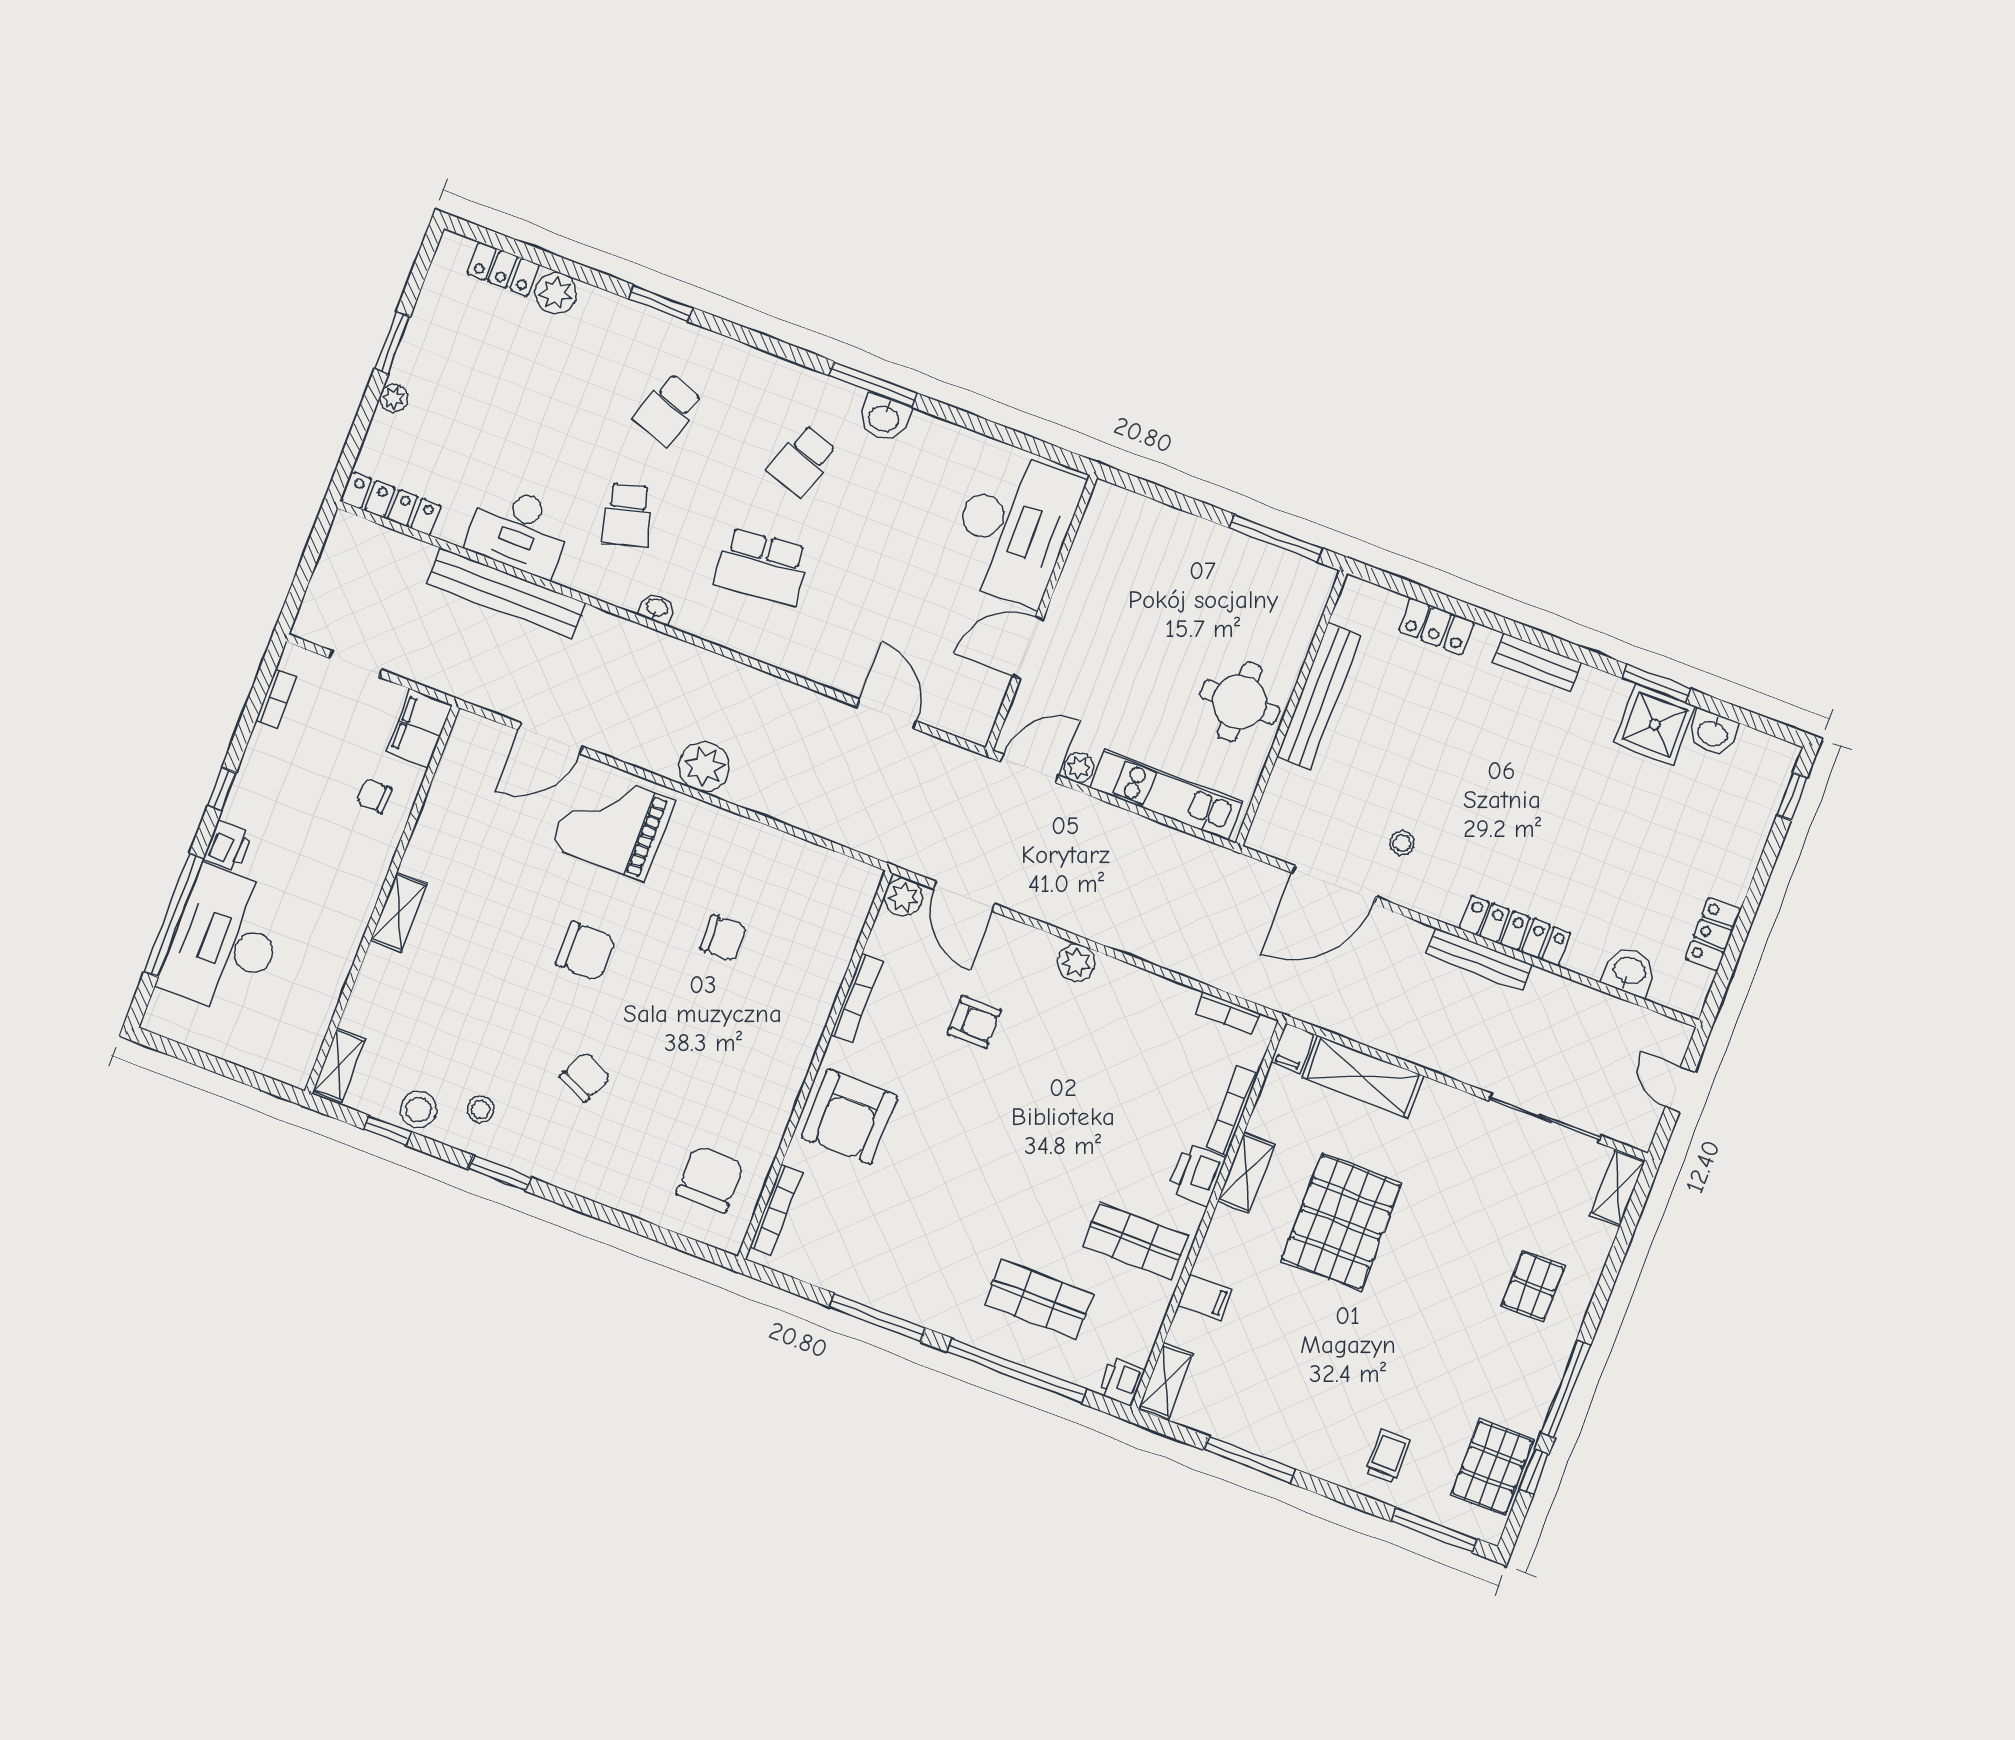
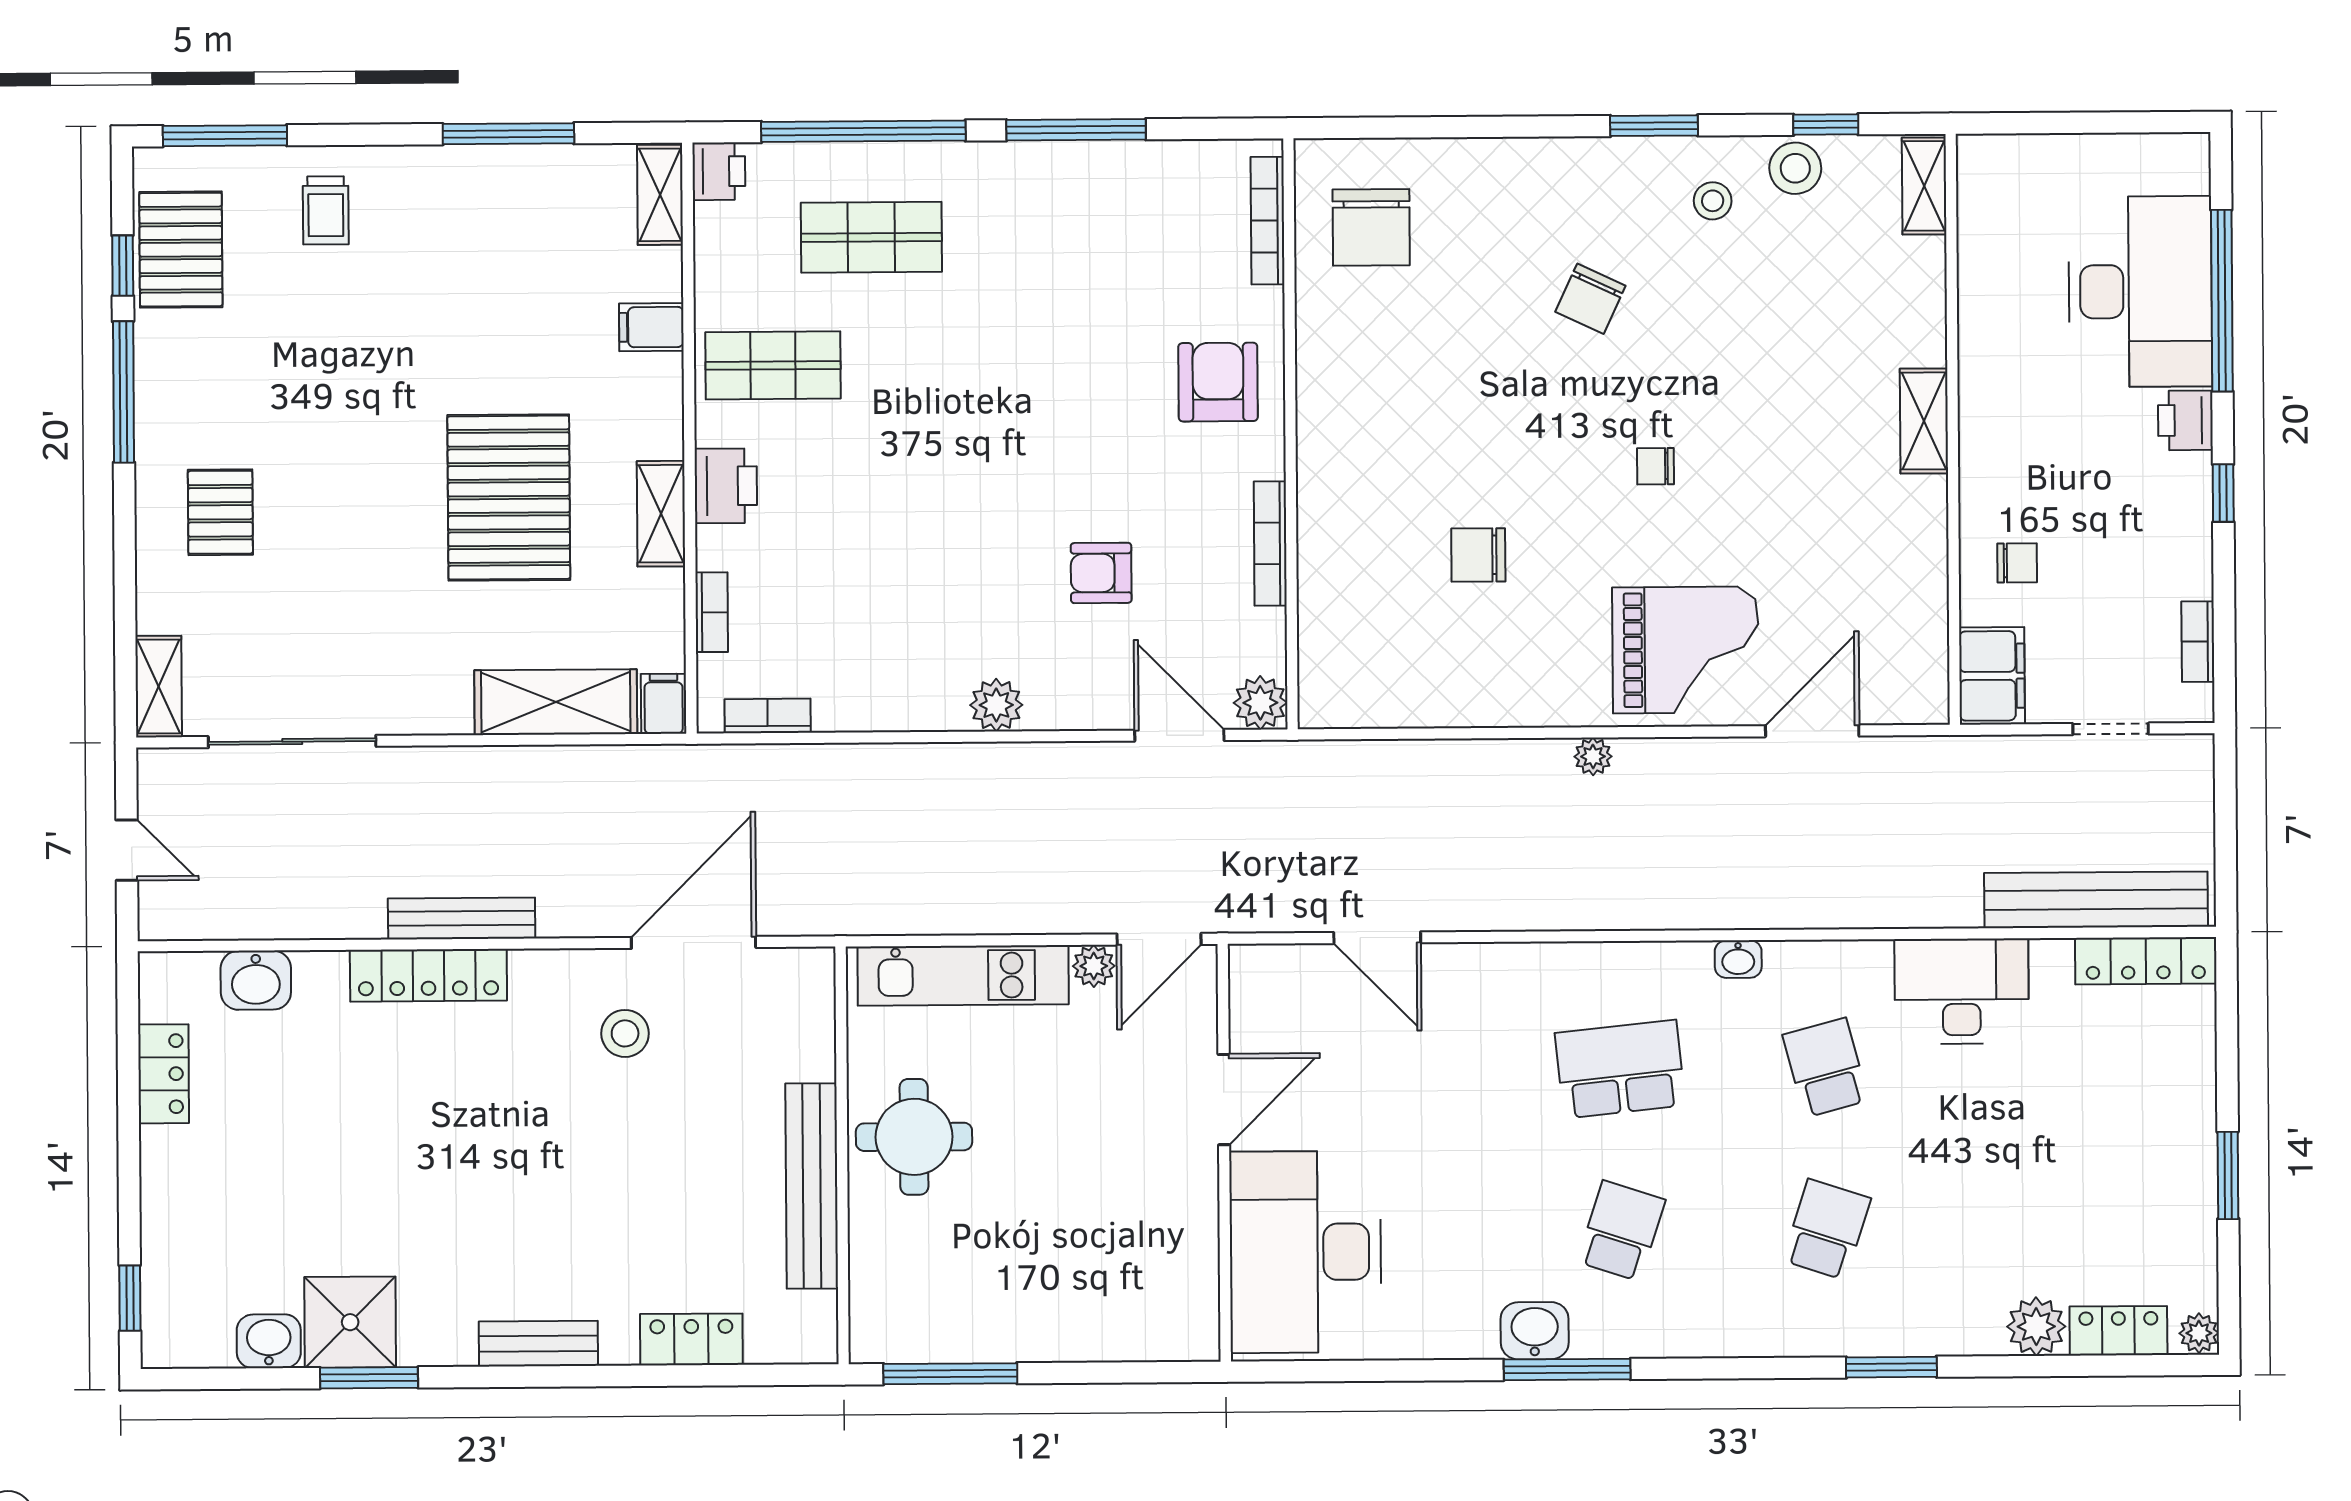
plant: (394, 398) -> (2199, 1333), moved
bench: (506, 593) -> (2096, 900), moved
plant: (704, 767) -> (1593, 756), width x0.53, depth x0.53
stool: (1402, 843) -> (625, 1033), width x1.37, depth x1.37
chair: (585, 951) -> (1655, 466), width x0.54, depth x0.54
bookcase: (1233, 1110) -> (712, 612), width x0.64
armchair: (849, 1117) -> (1218, 382), width x0.73, depth x0.73

